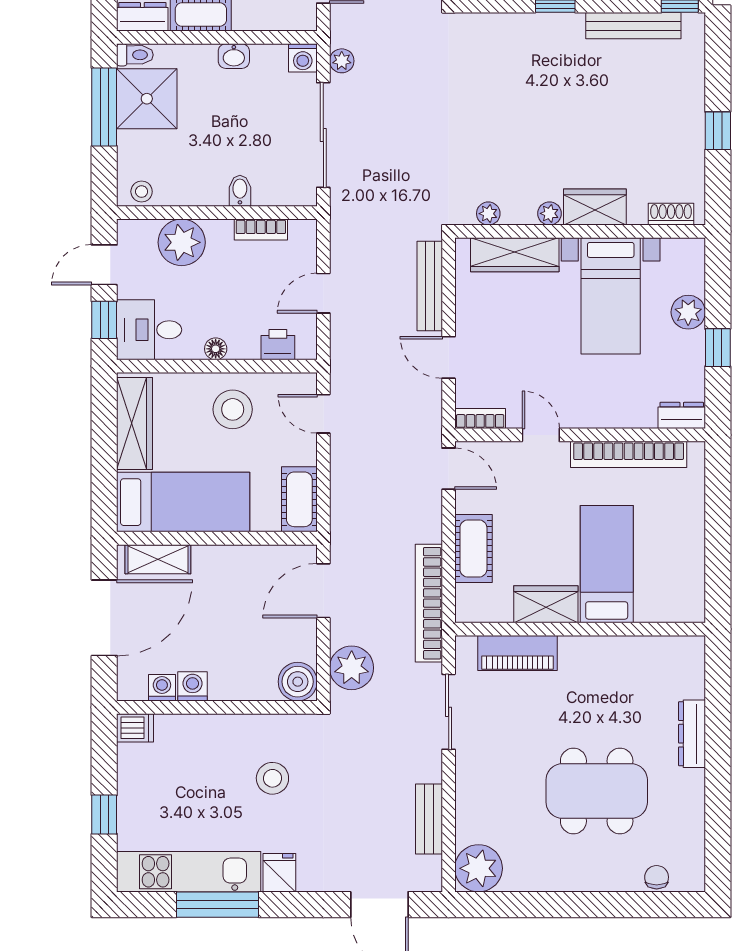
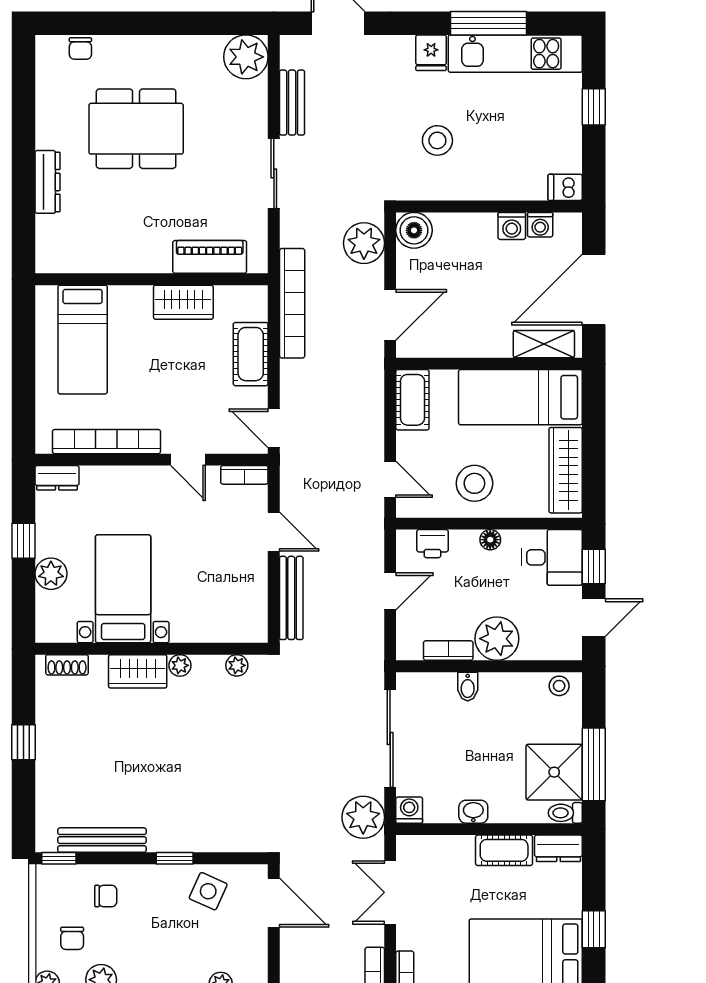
plant: (342, 61) -> (363, 817), width x1.88, depth x1.88
plant: (182, 242) -> (497, 639), moved
wardrobe: (515, 255) -> (212, 627), removed
bed: (607, 564) -> (83, 340), moved
sliding door: (449, 712) -> (274, 173), moved

